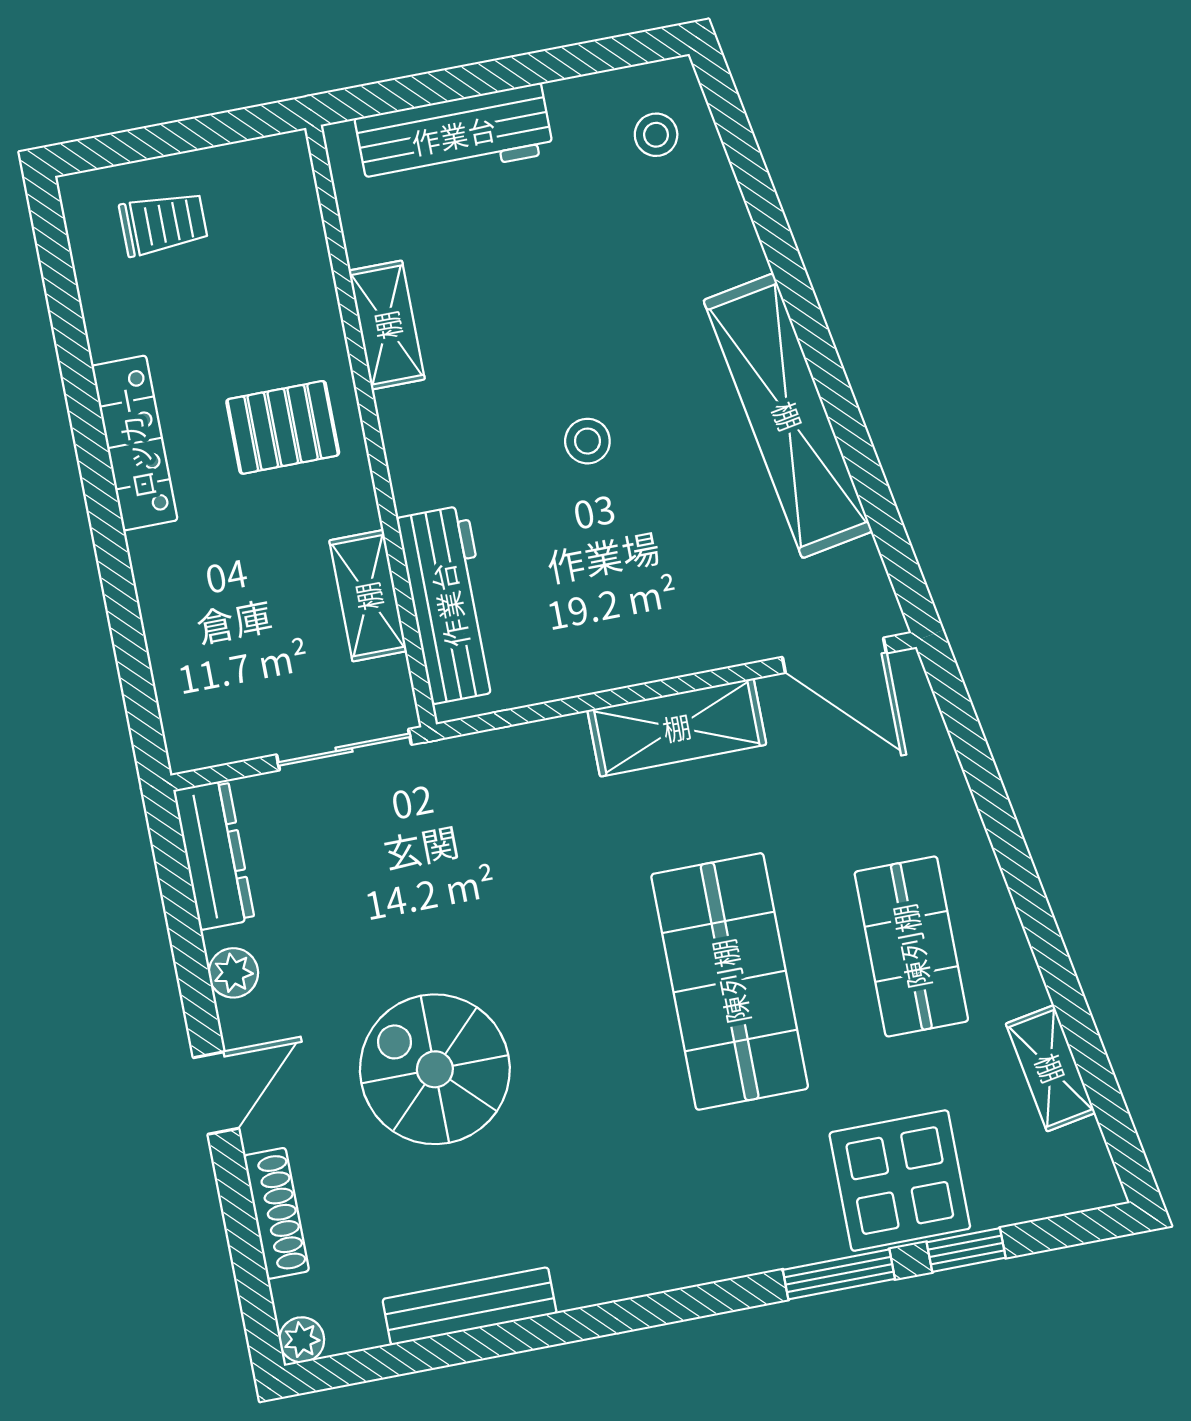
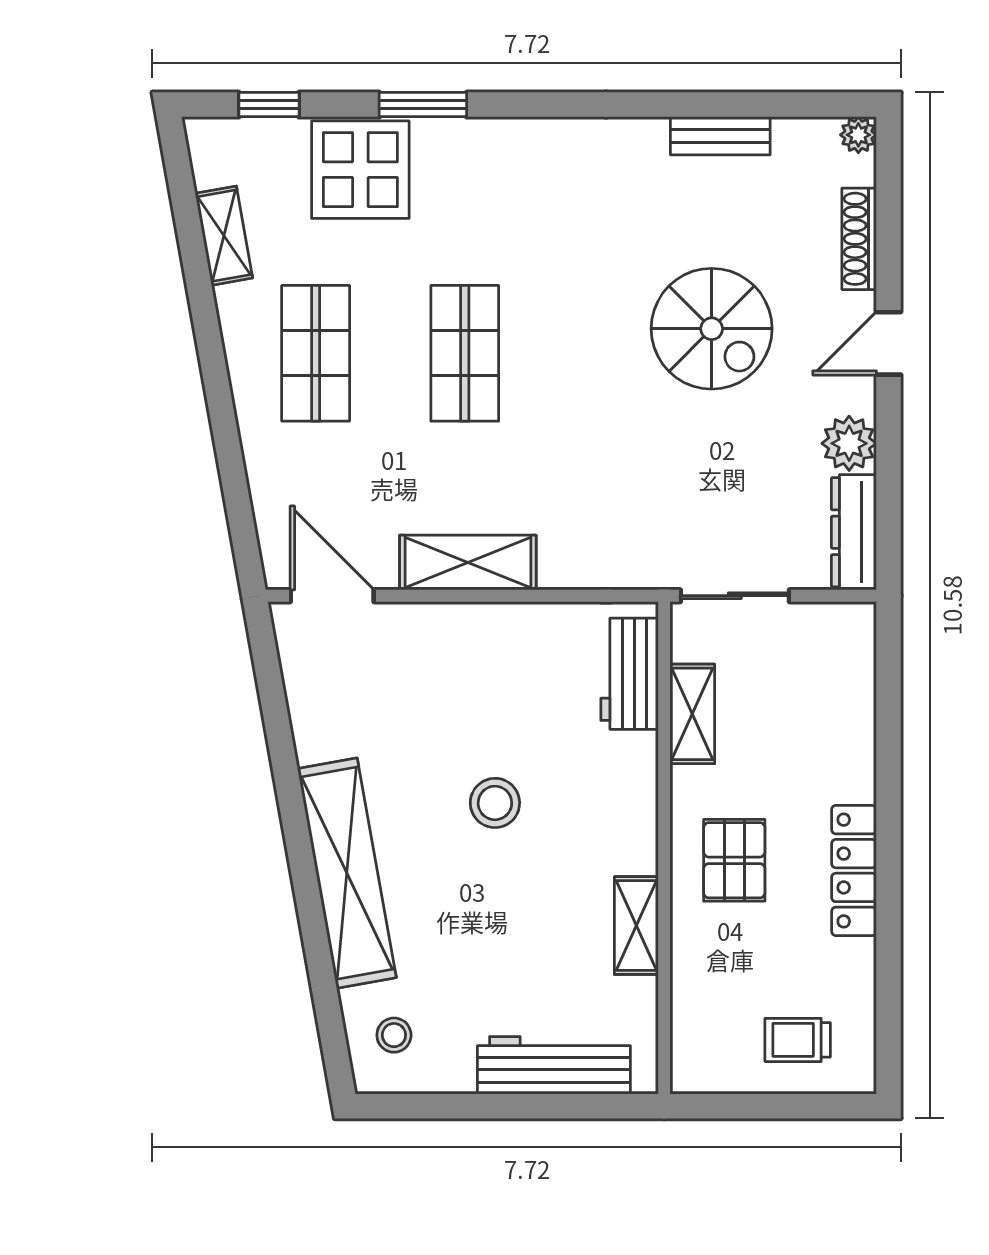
shelving: (788, 416) -> (347, 873), moved
pallet: (283, 427) -> (734, 860), turned 90
stool: (587, 441) -> (495, 803), width x1.37, depth x1.37
workbench: (449, 605) -> (630, 674), width x0.73
plant: (233, 973) -> (849, 443), width x1.38, depth x1.38
shop shelf: (730, 981) -> (465, 353), width x0.70, depth x0.74
window: (966, 1250) -> (269, 105), moved
bench: (470, 1306) -> (720, 136), width x0.73

